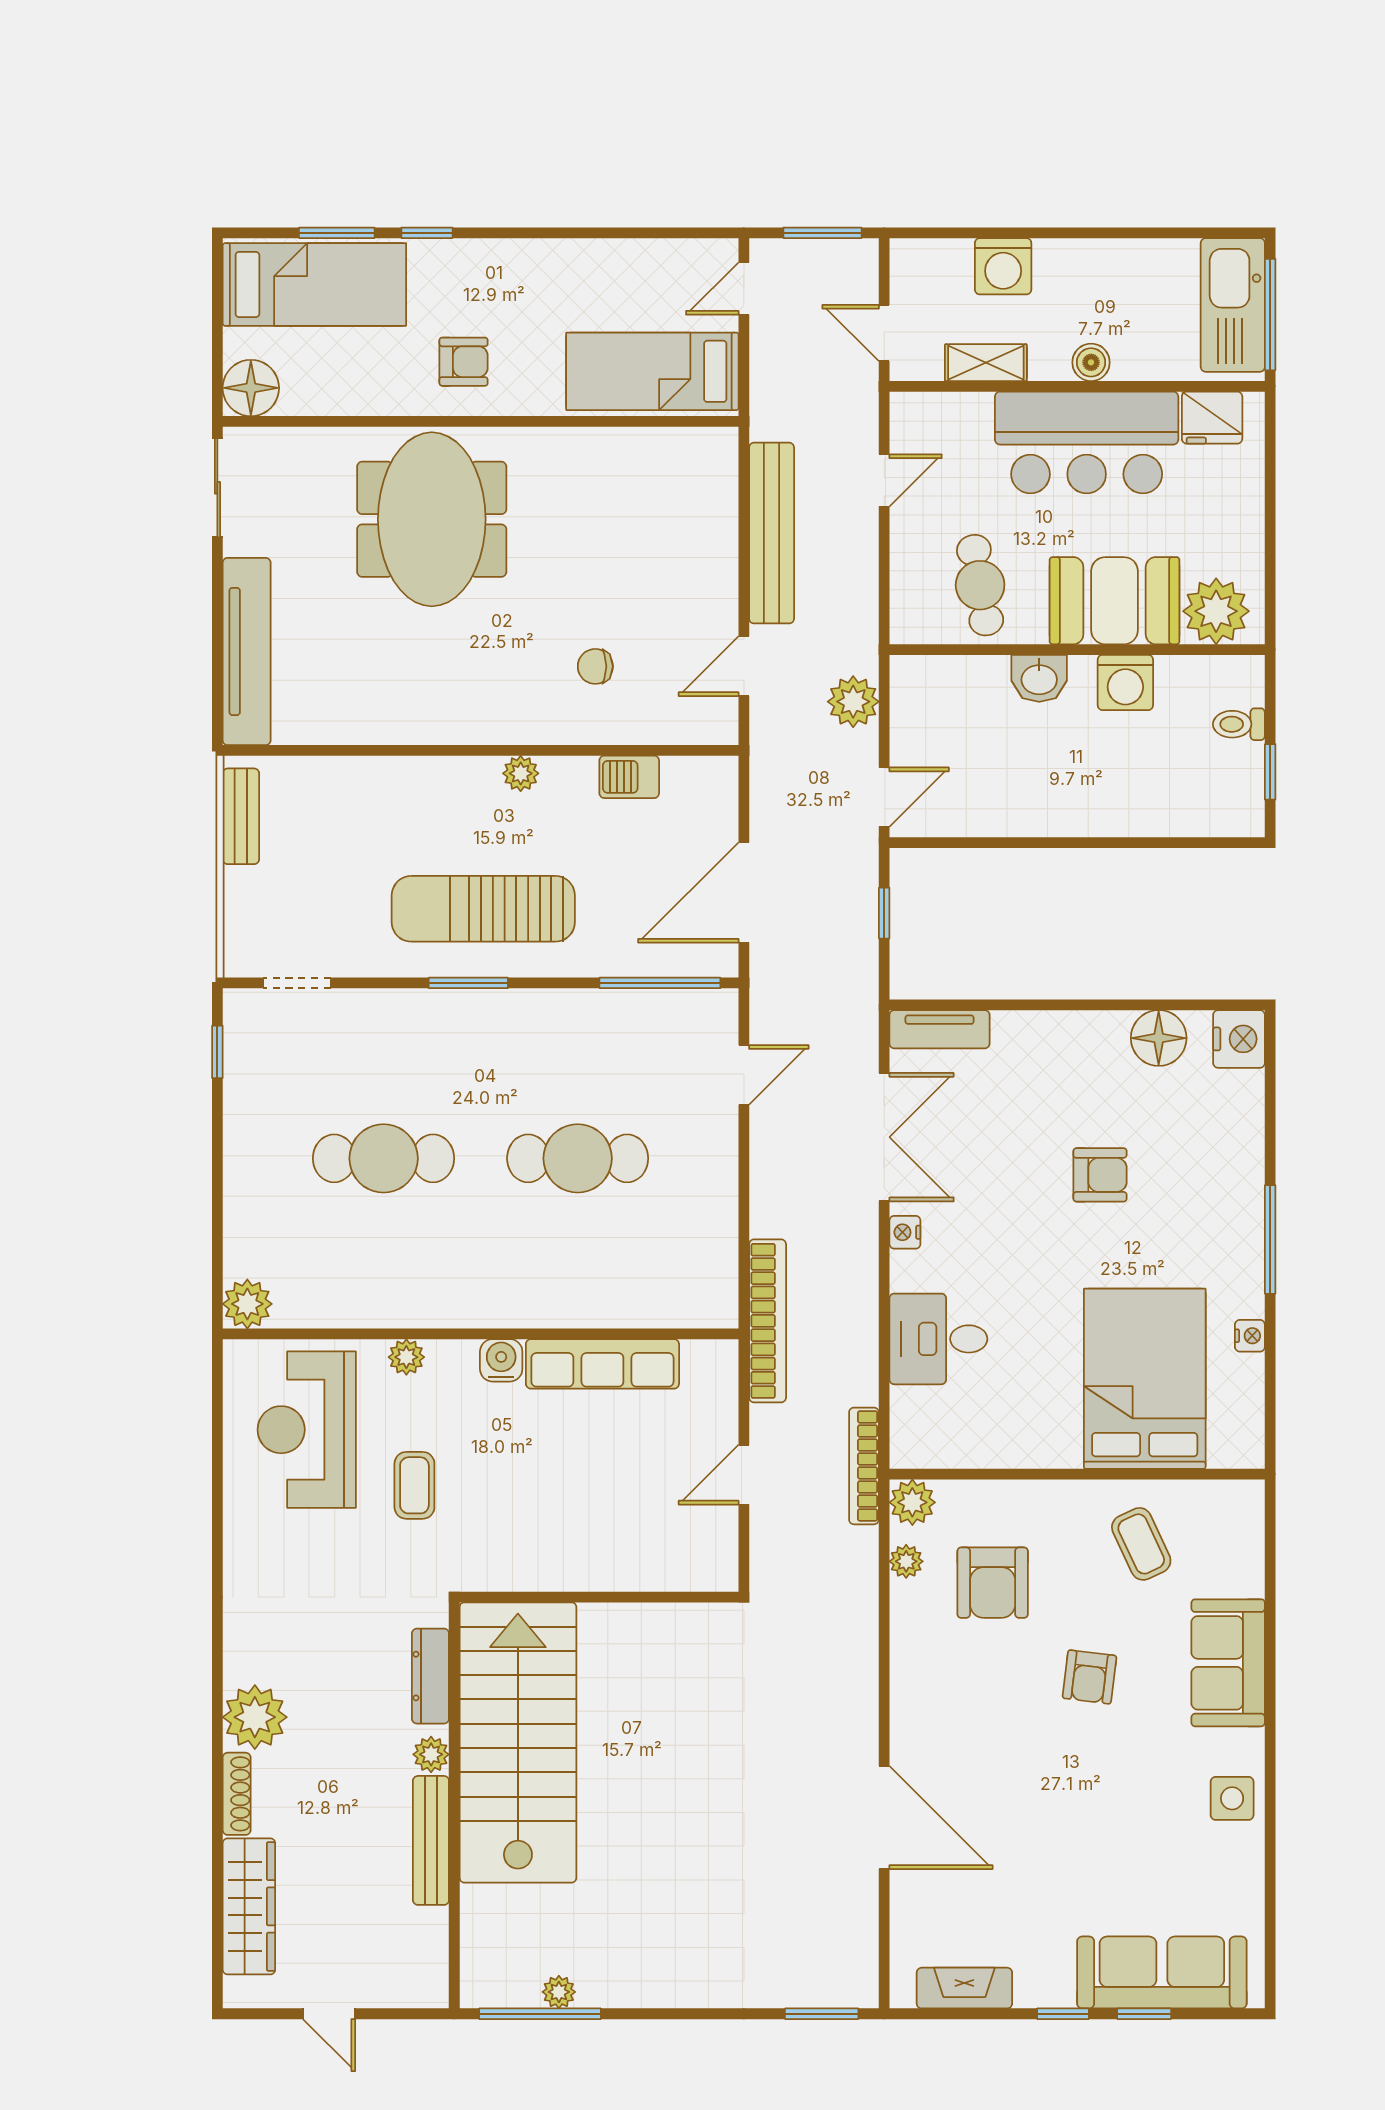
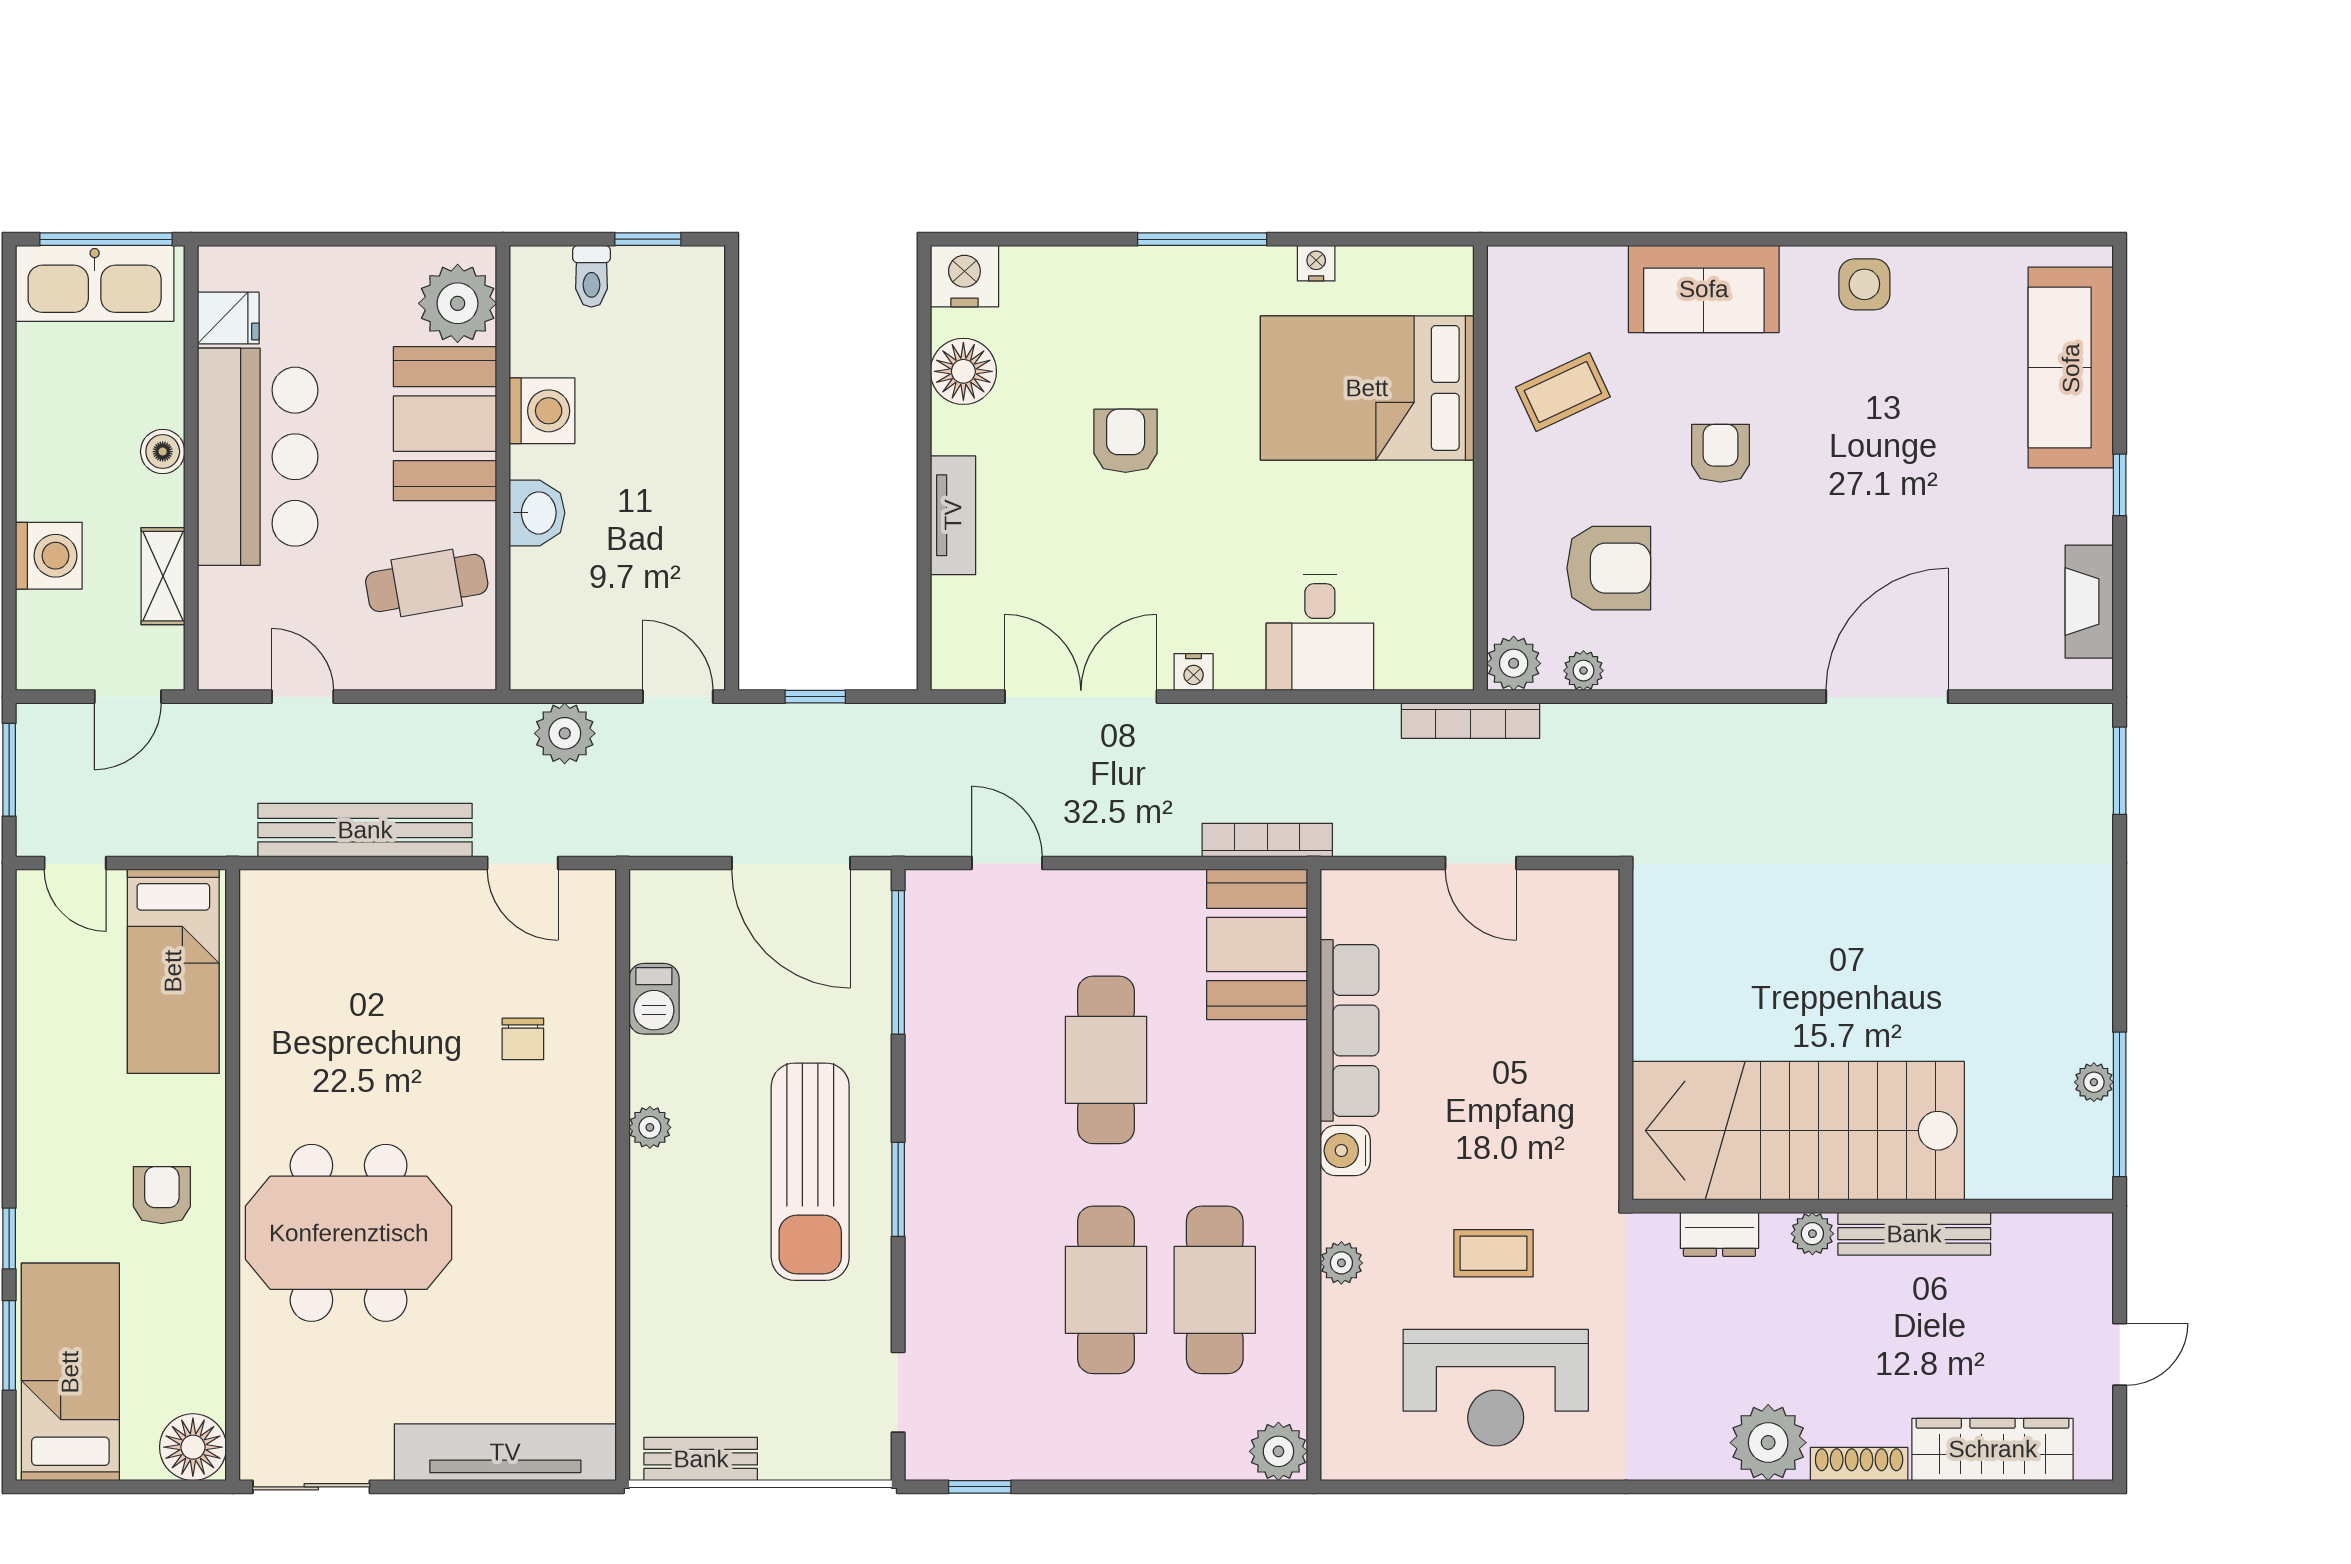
fridge: (1212, 418) -> (228, 318), width x0.72
tv unit: (940, 1029) -> (953, 515), moved
cafe table: (384, 1250) -> (1215, 1290), added
booth: (675, 1286) -> (1257, 944), added
bookcase: (768, 1321) -> (1267, 840), width x0.68, depth x0.76
reception desk: (307, 1430) -> (1496, 1388), moved
dresser: (430, 1676) -> (1719, 1234), width x0.70
armchair: (1089, 1677) -> (1721, 453), turned -97
window: (1144, 2014) -> (2120, 389), removed

